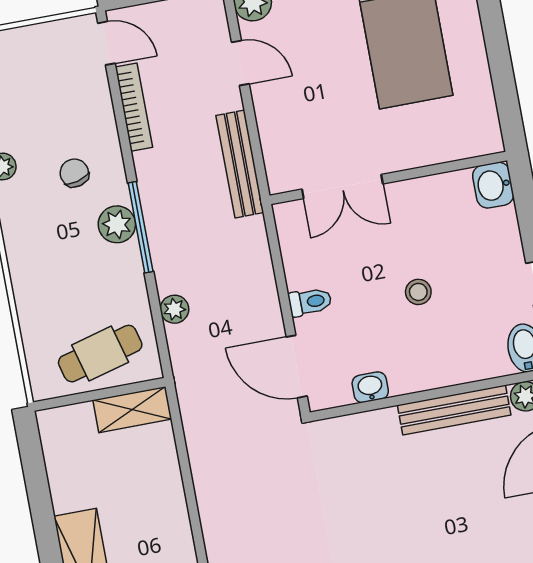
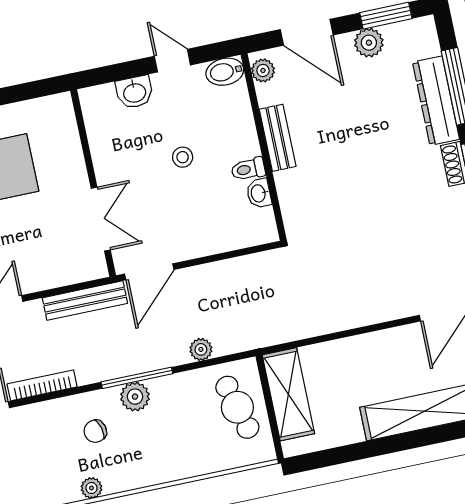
washbasin: (493, 185) -> (134, 92), moved
toilet: (310, 302) -> (248, 169), moved, turned -90
door: (297, 367) -> (149, 272), moved
shelving: (132, 410) -> (288, 394), width x1.50, depth x1.33
bench: (454, 410) -> (278, 138), width x0.73

